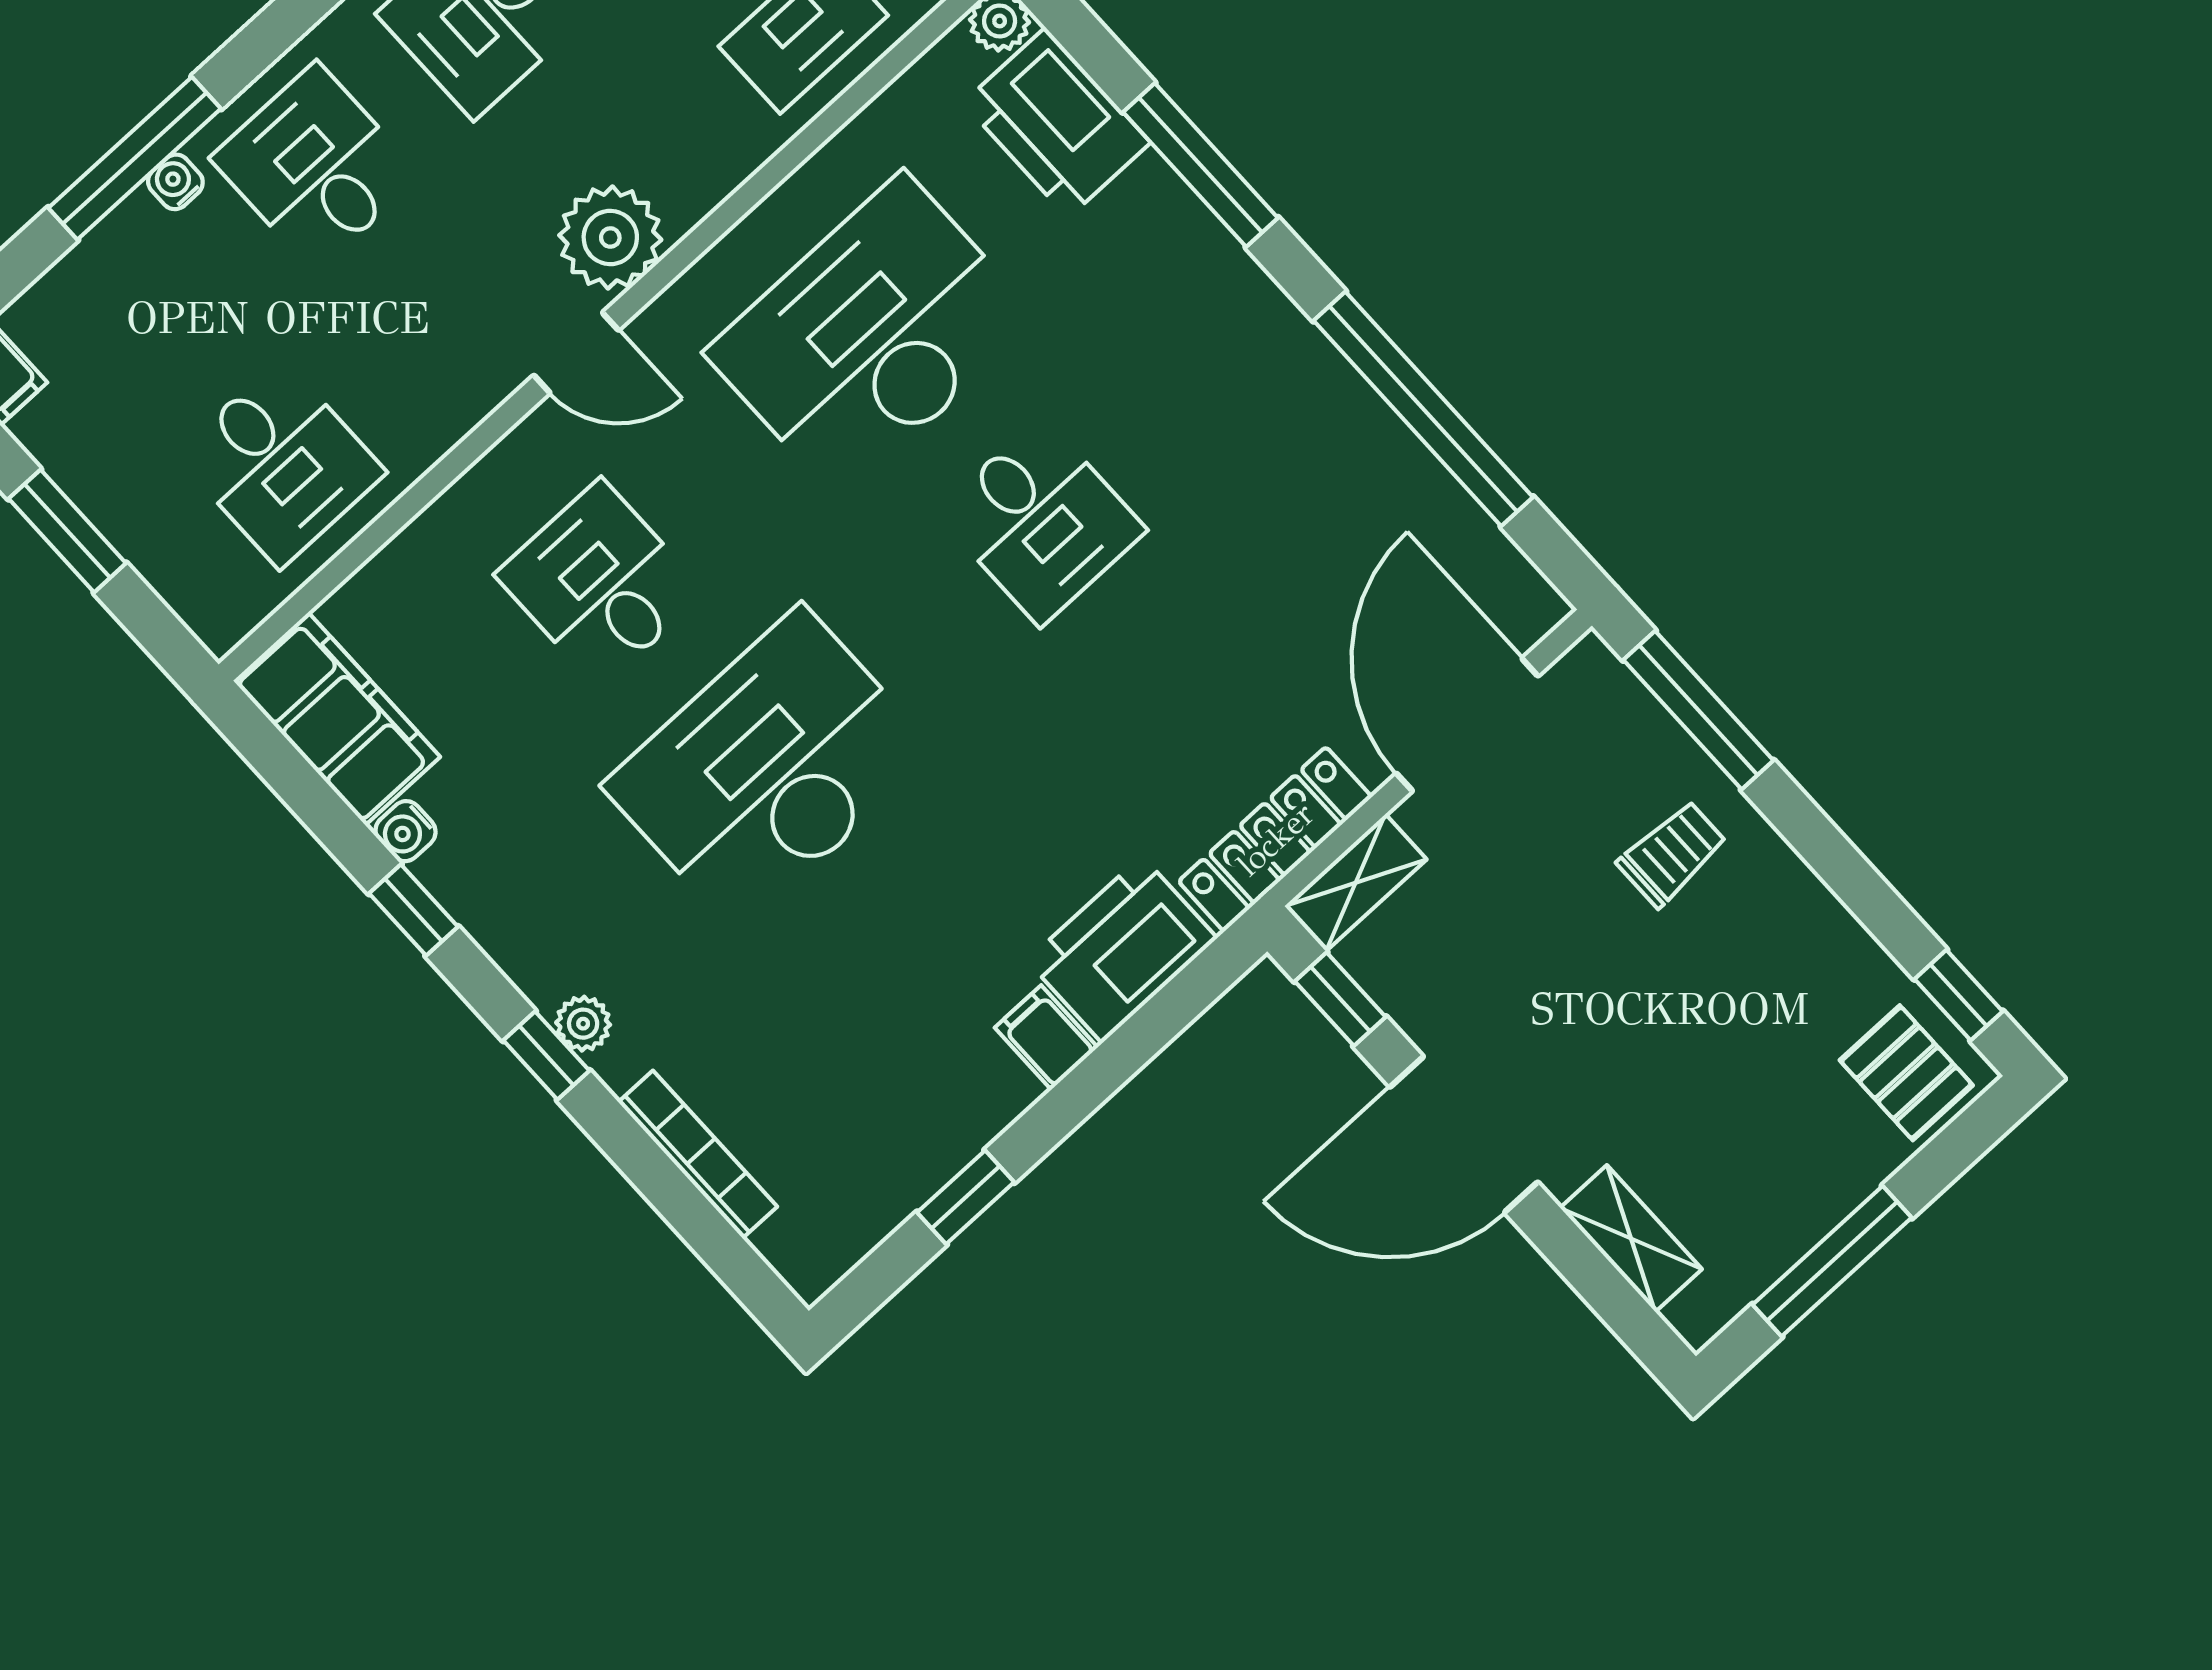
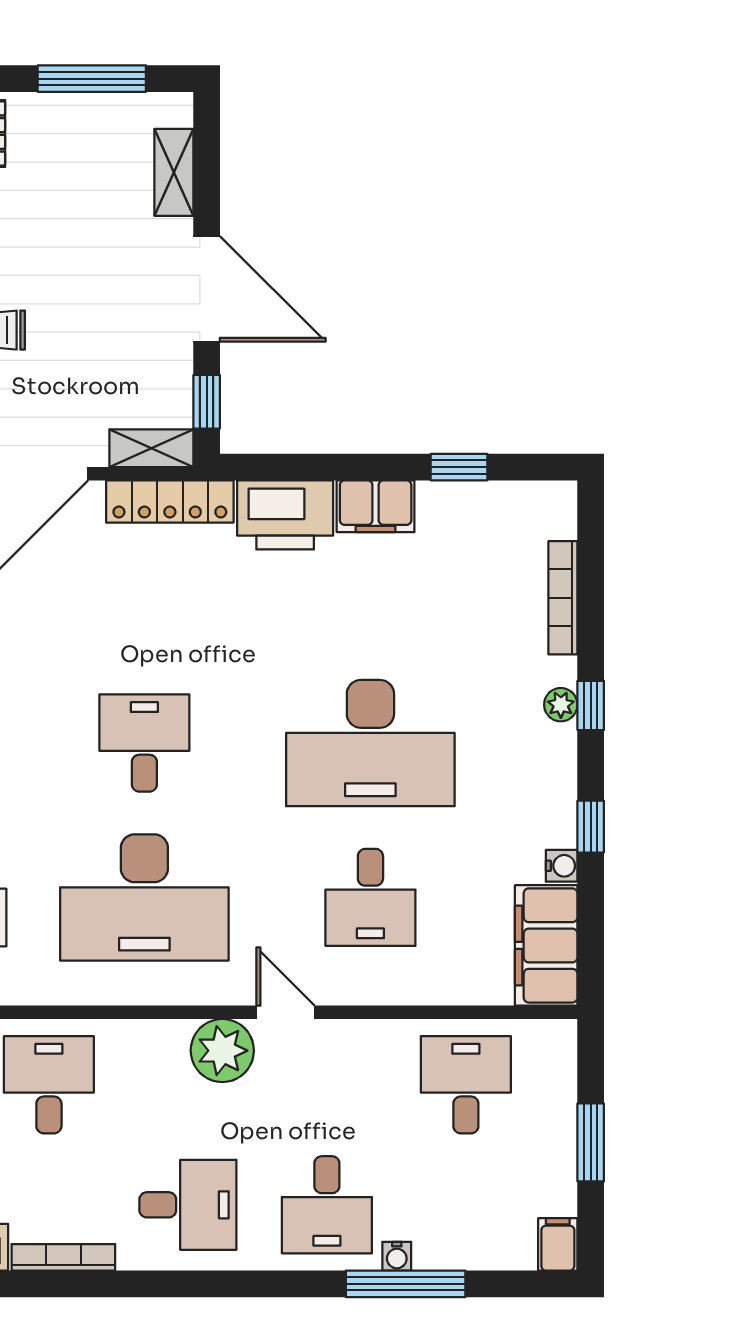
filing cabinet: (1046, 1037) -> (376, 506), width x2.00

